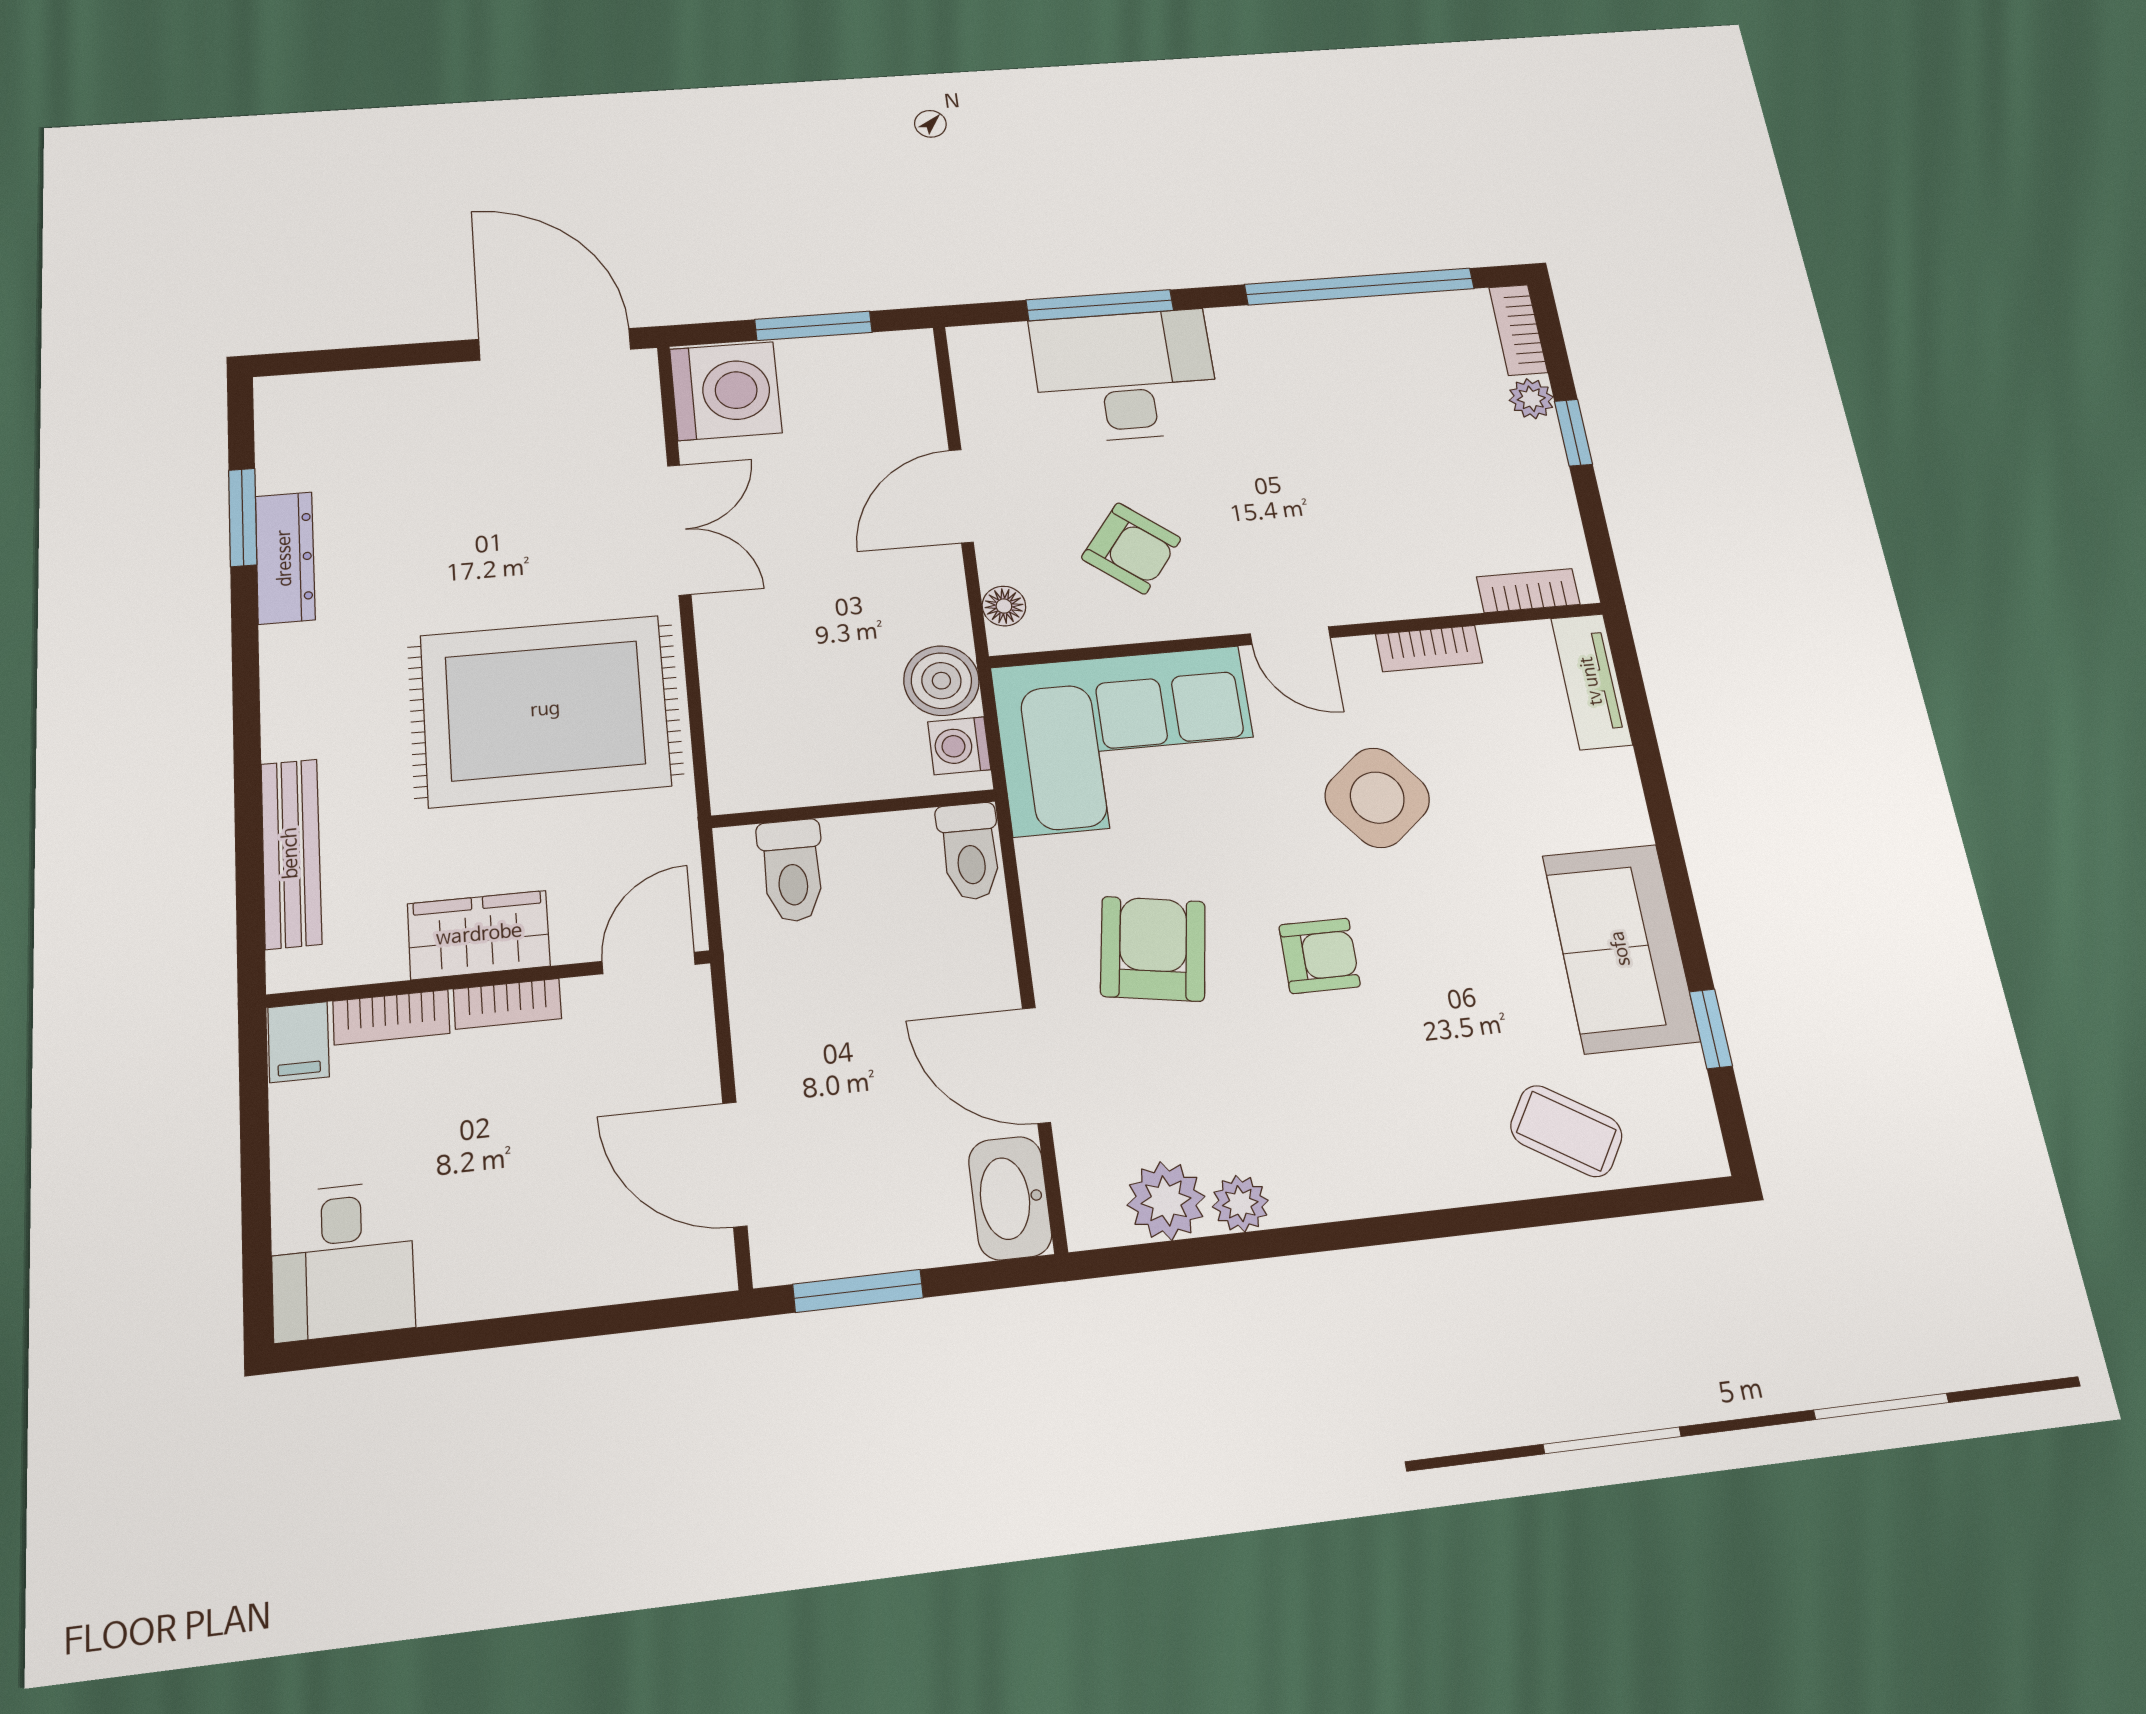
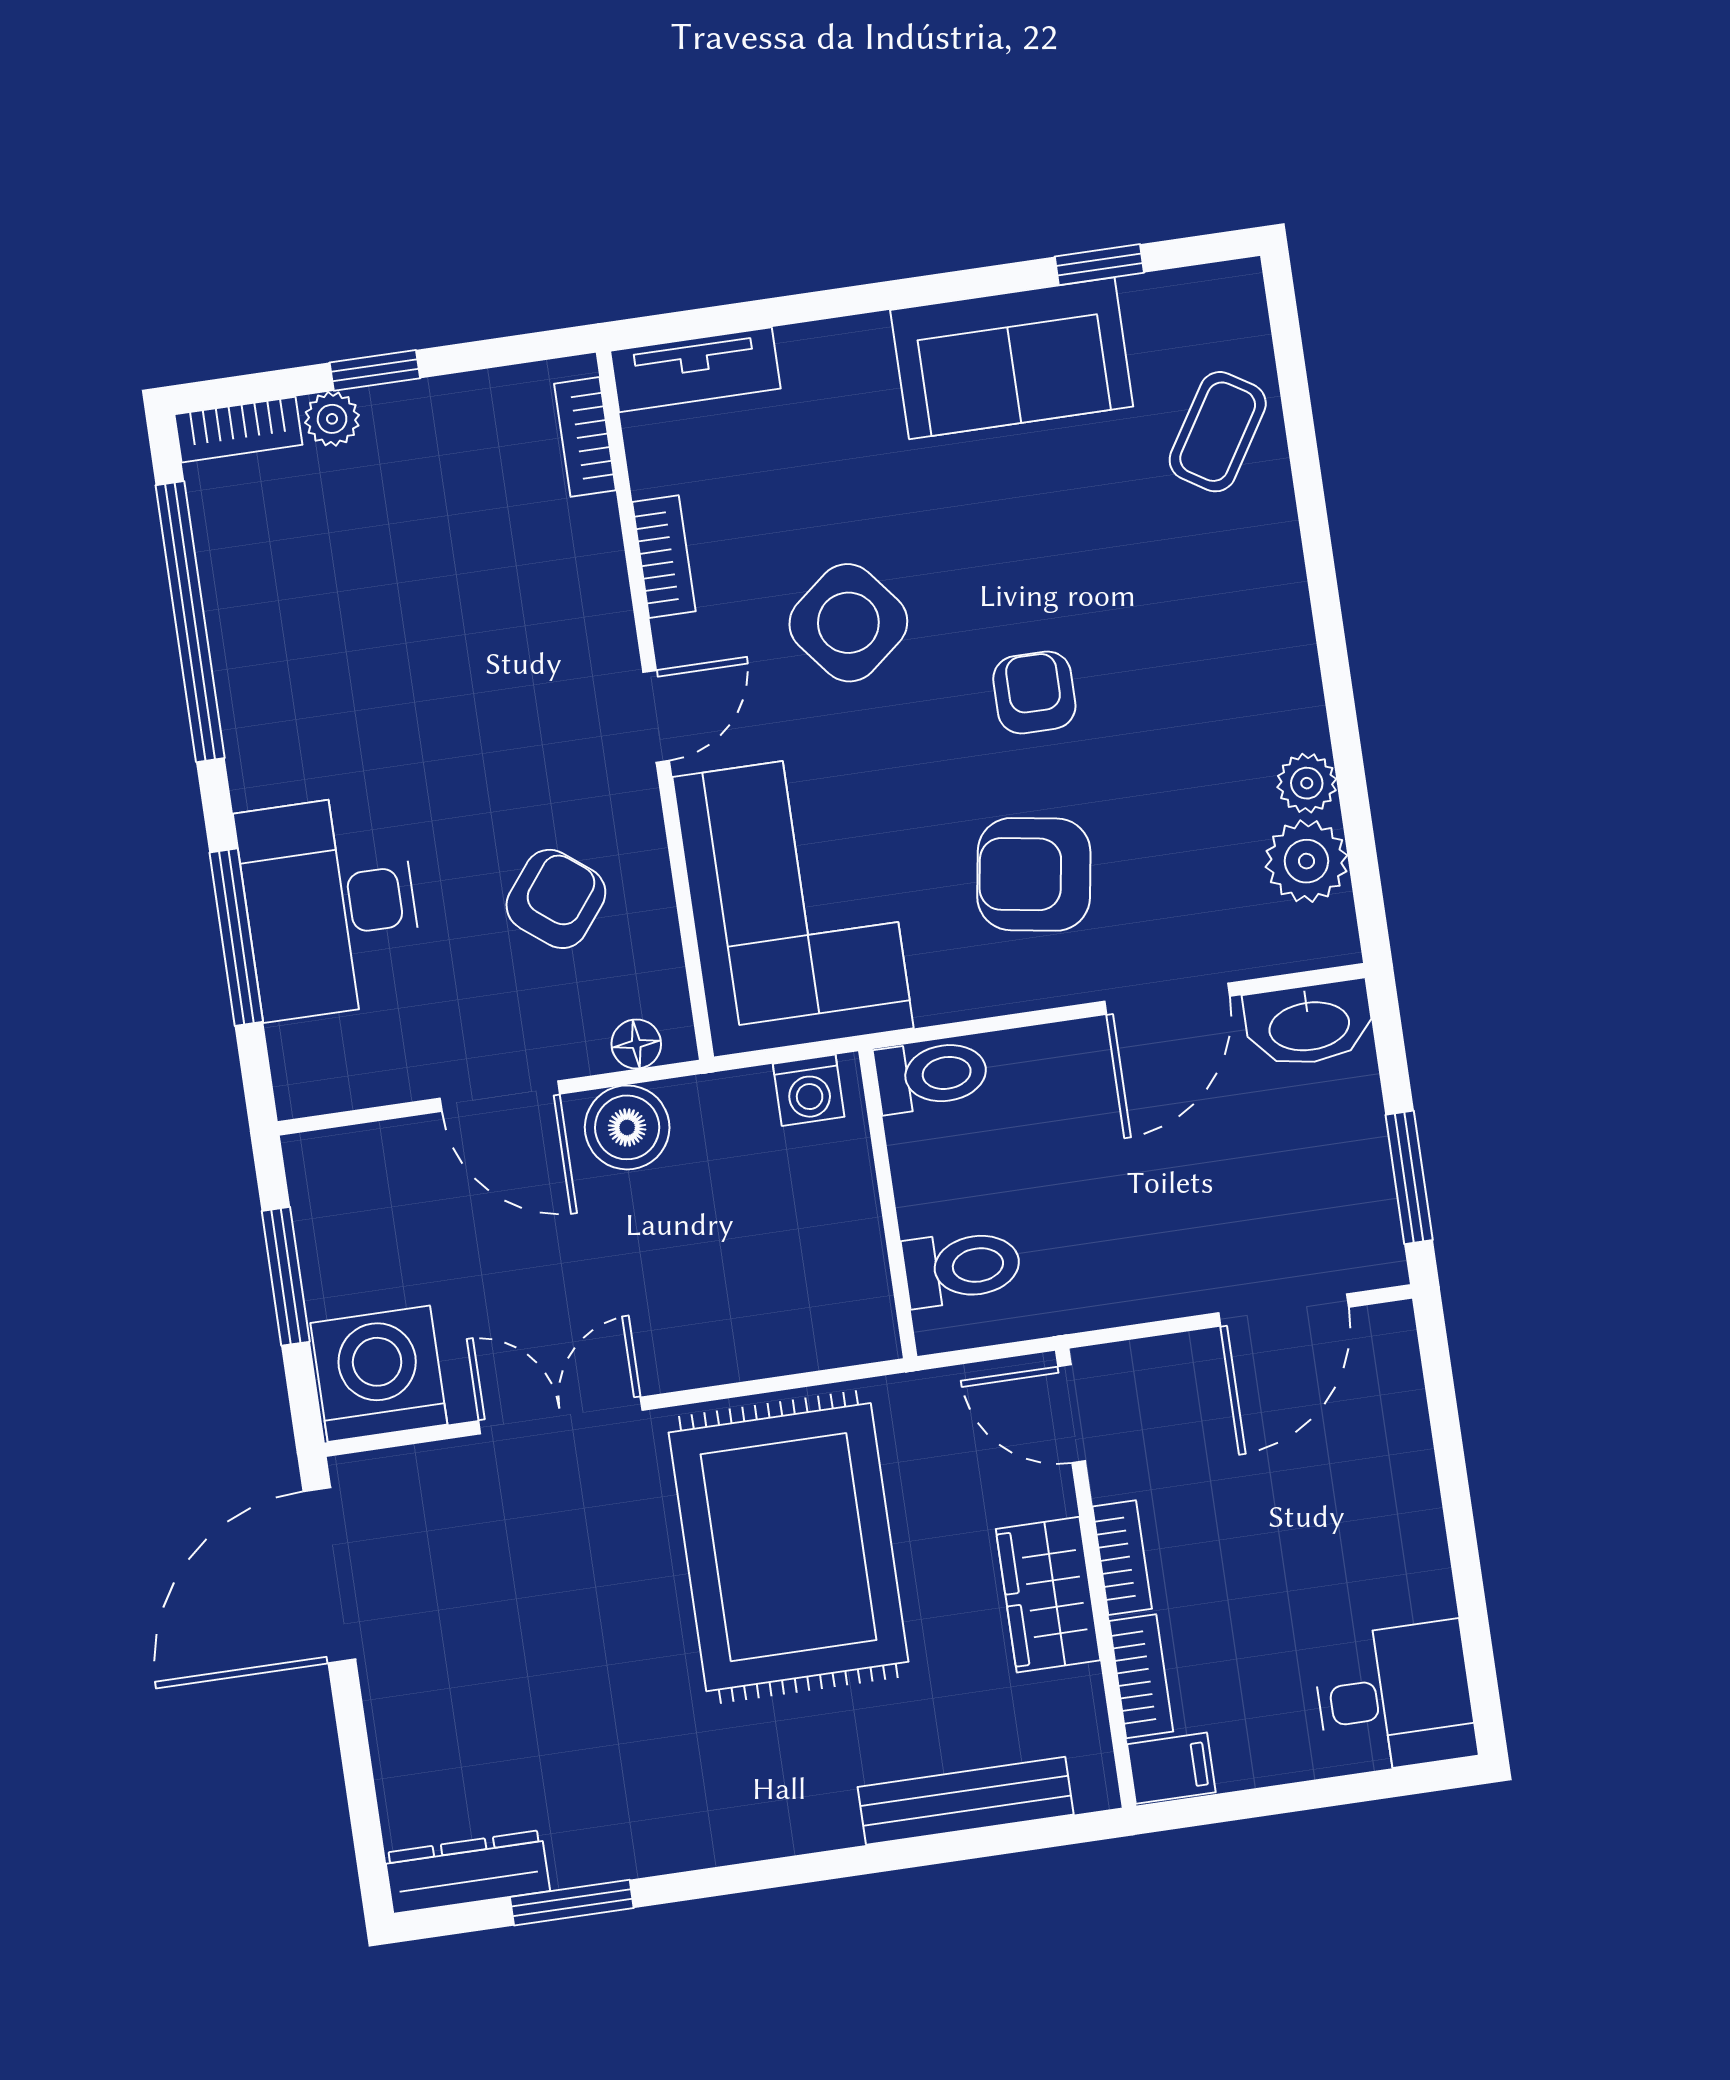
dresser: (285, 558) -> (467, 1872), moved
boiler: (941, 681) -> (627, 1127), moved

